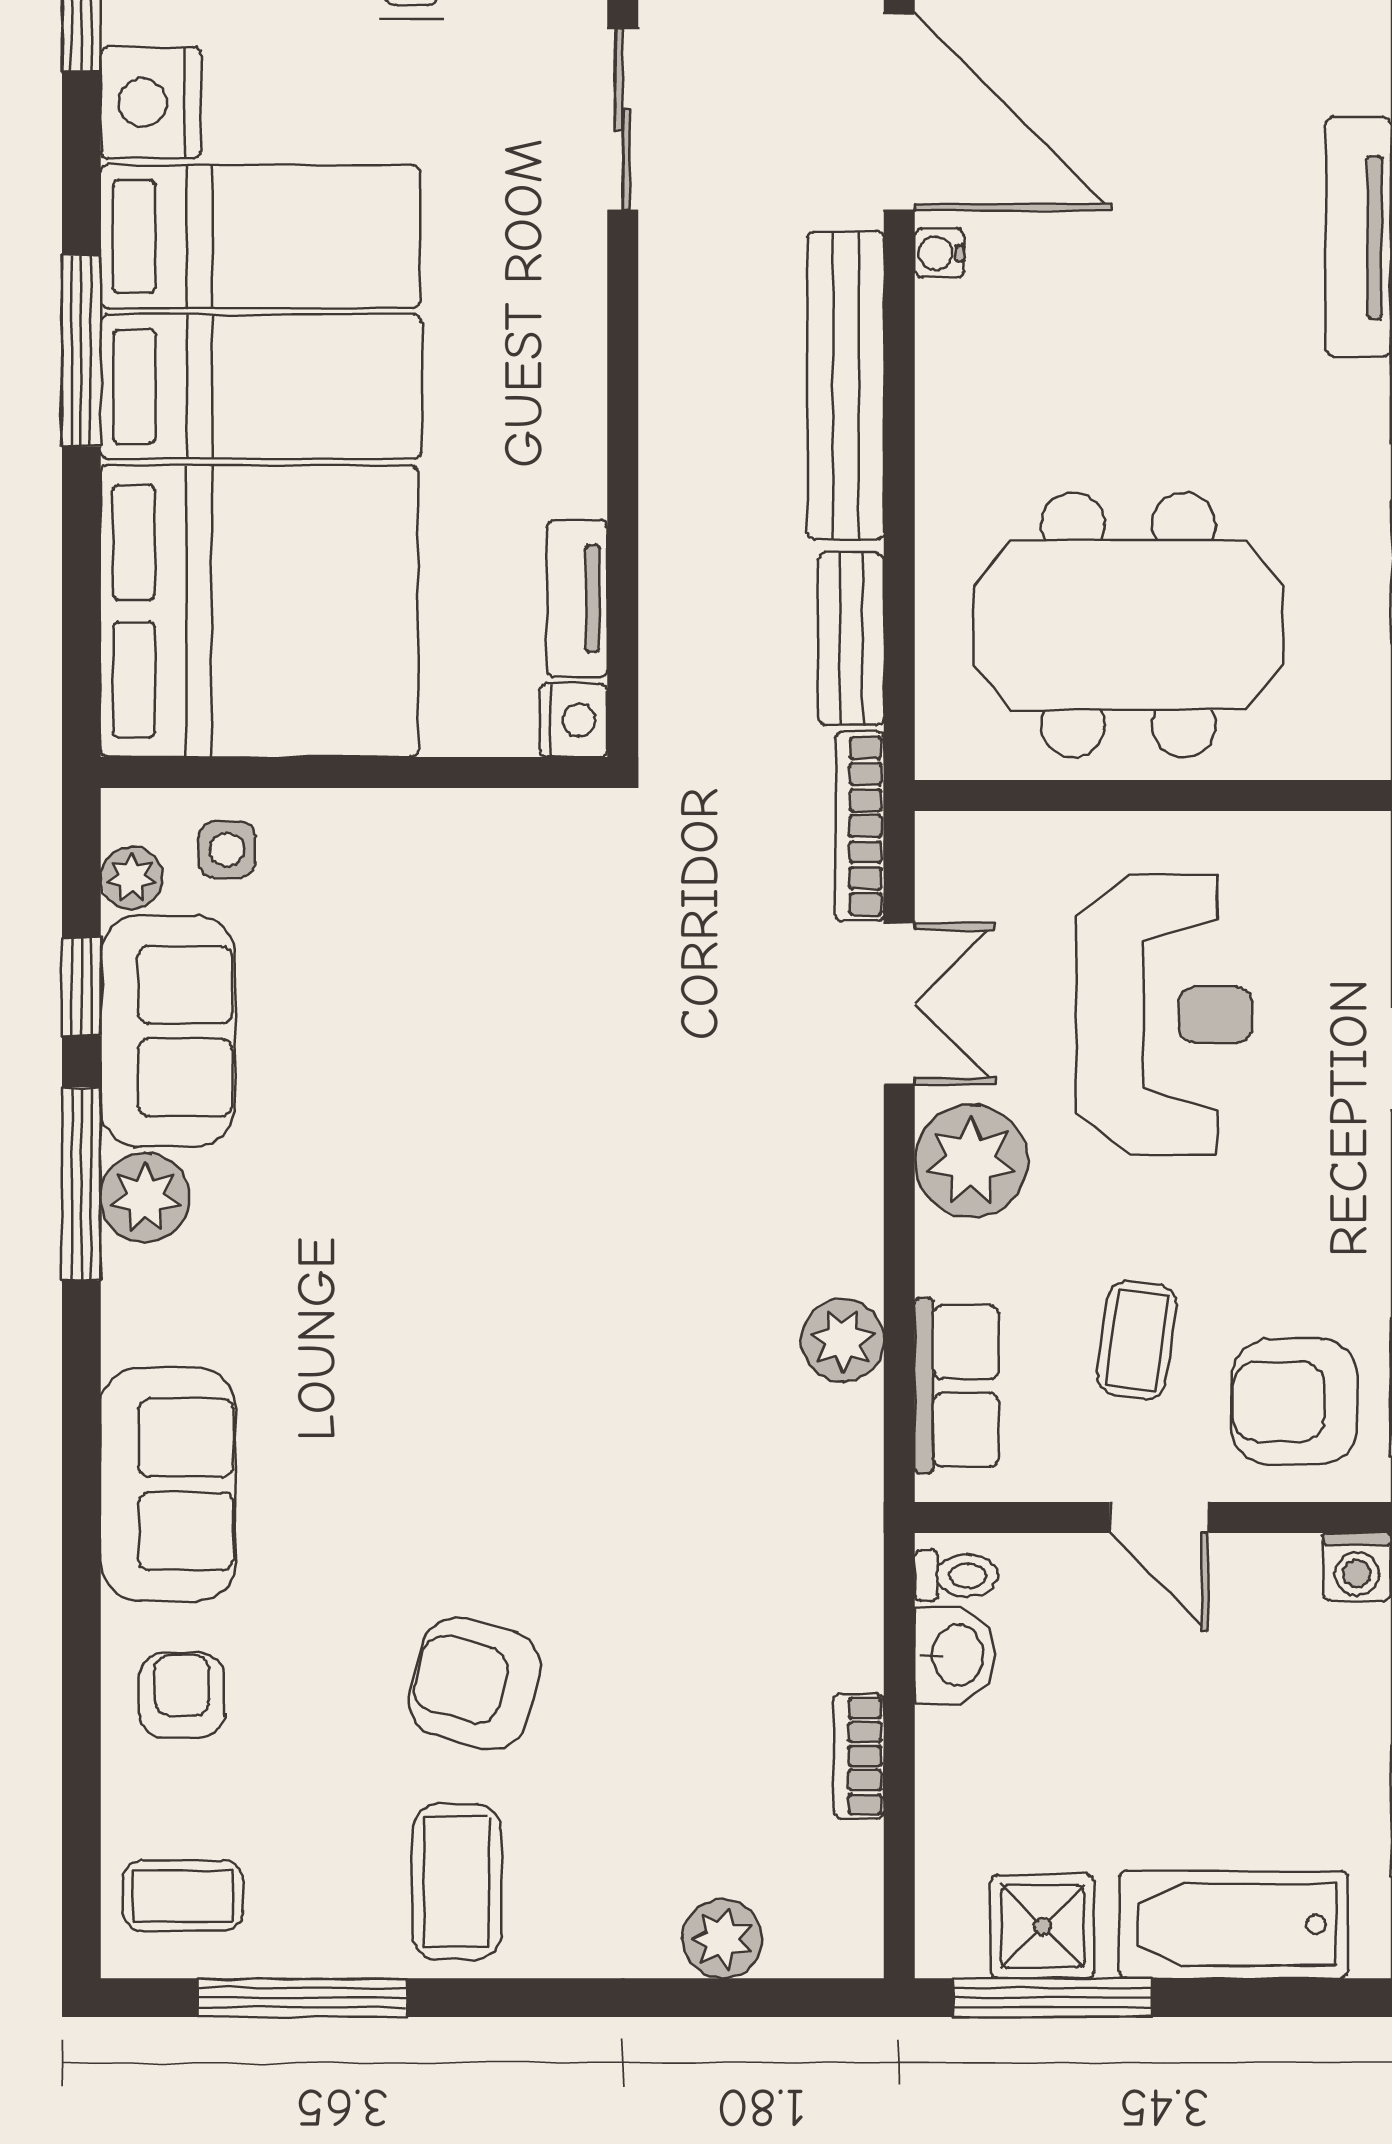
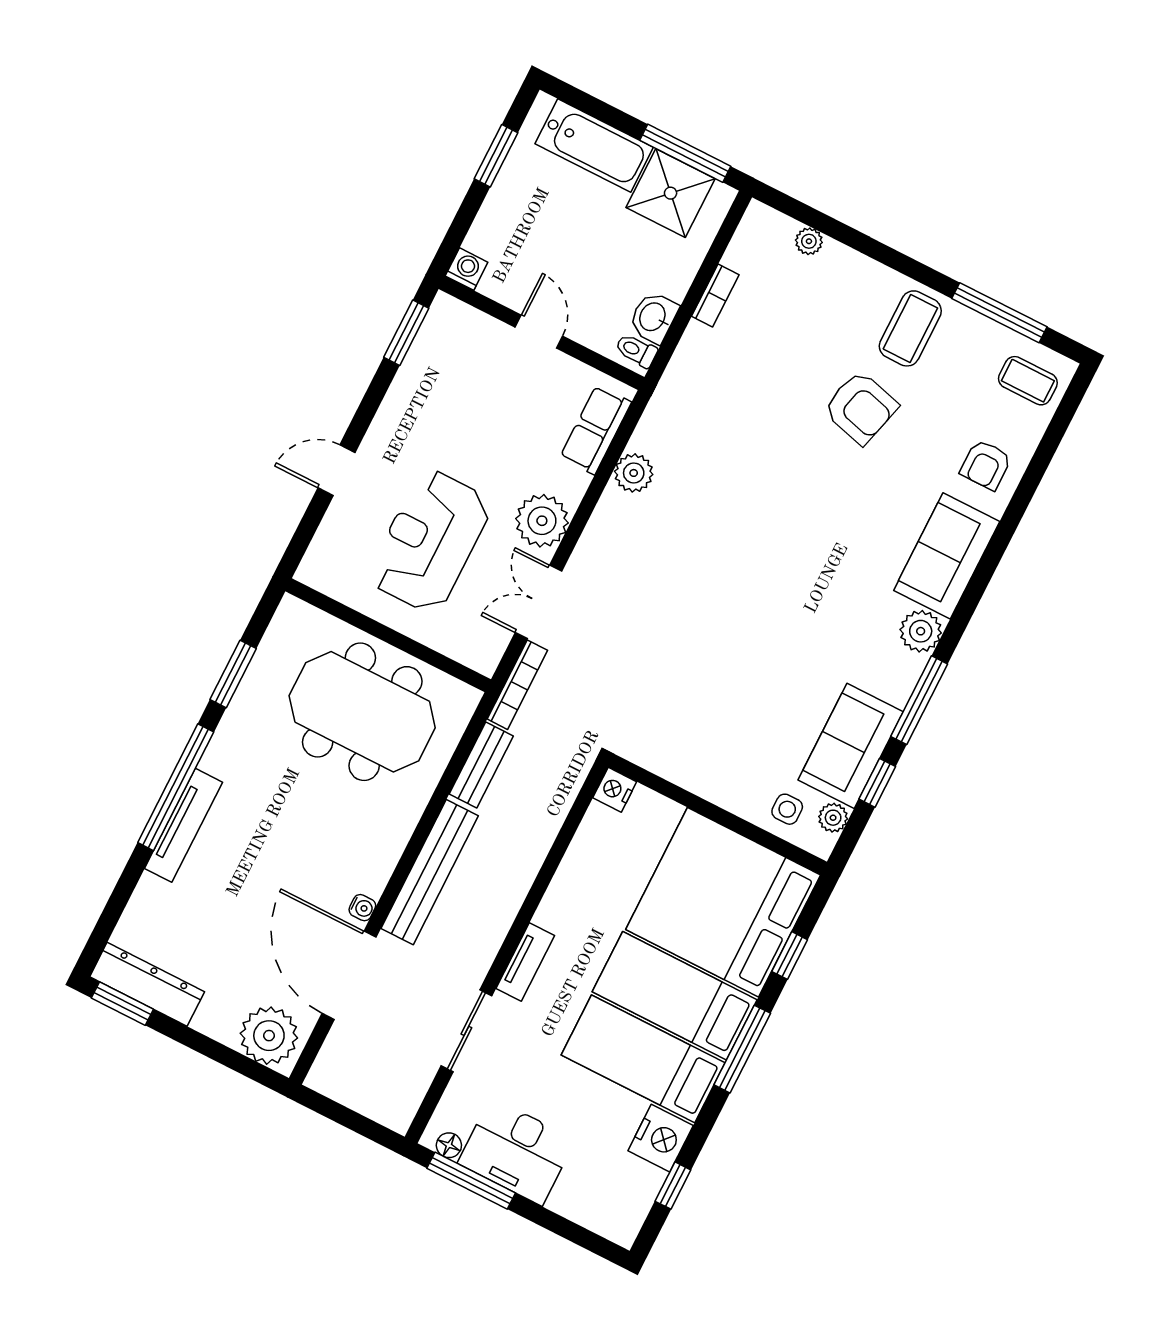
window: (81, 574) -> (790, 956), added
tv unit: (577, 598) -> (525, 962), moved
plant: (145, 1198) -> (921, 631), moved
coffee table: (1137, 1340) -> (510, 411), removed
armchair: (1294, 1402) -> (458, 351), removed
shower: (1042, 1927) -> (671, 193), width x1.36, depth x1.36
plant: (722, 1939) -> (809, 241), width x0.73, depth x0.73

